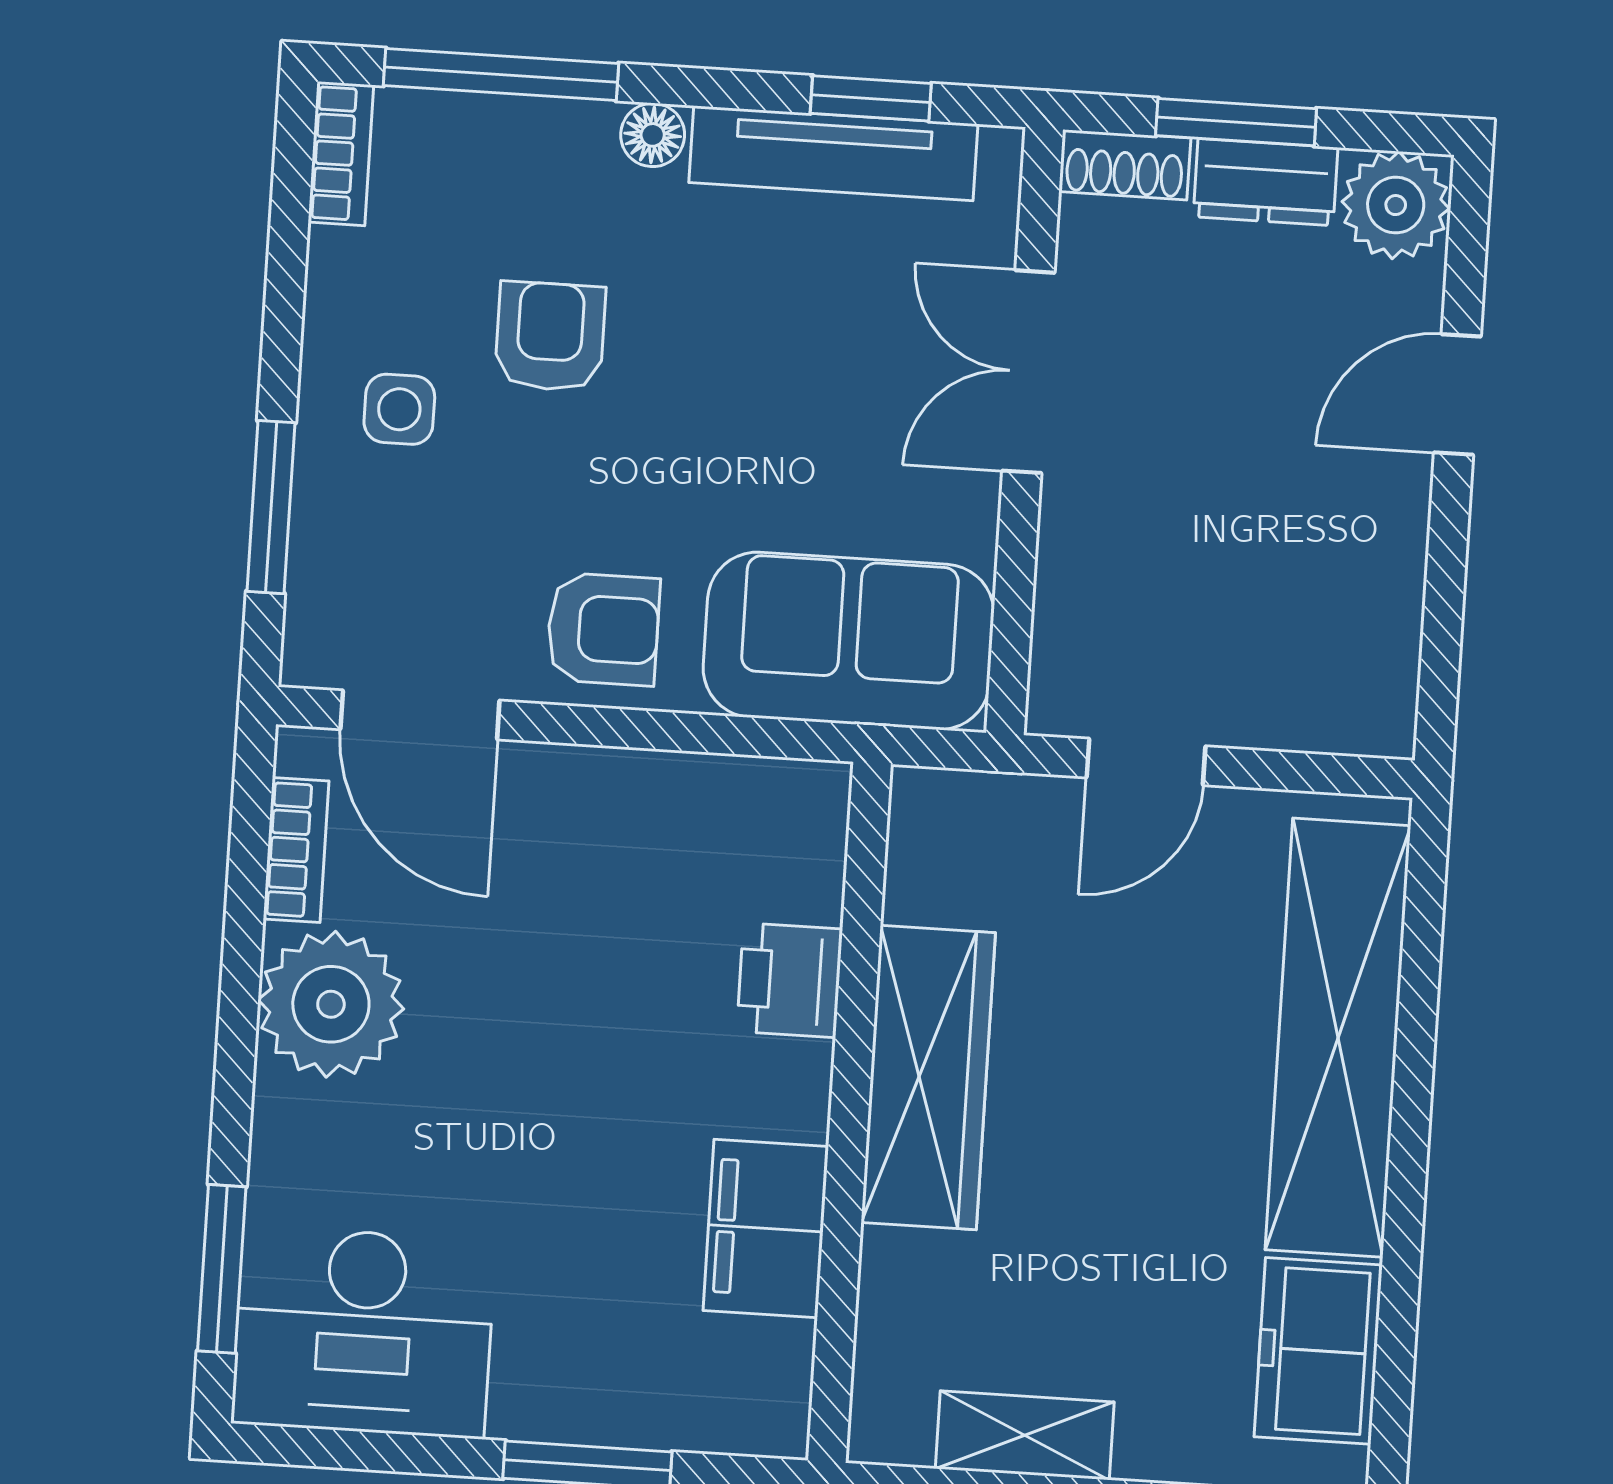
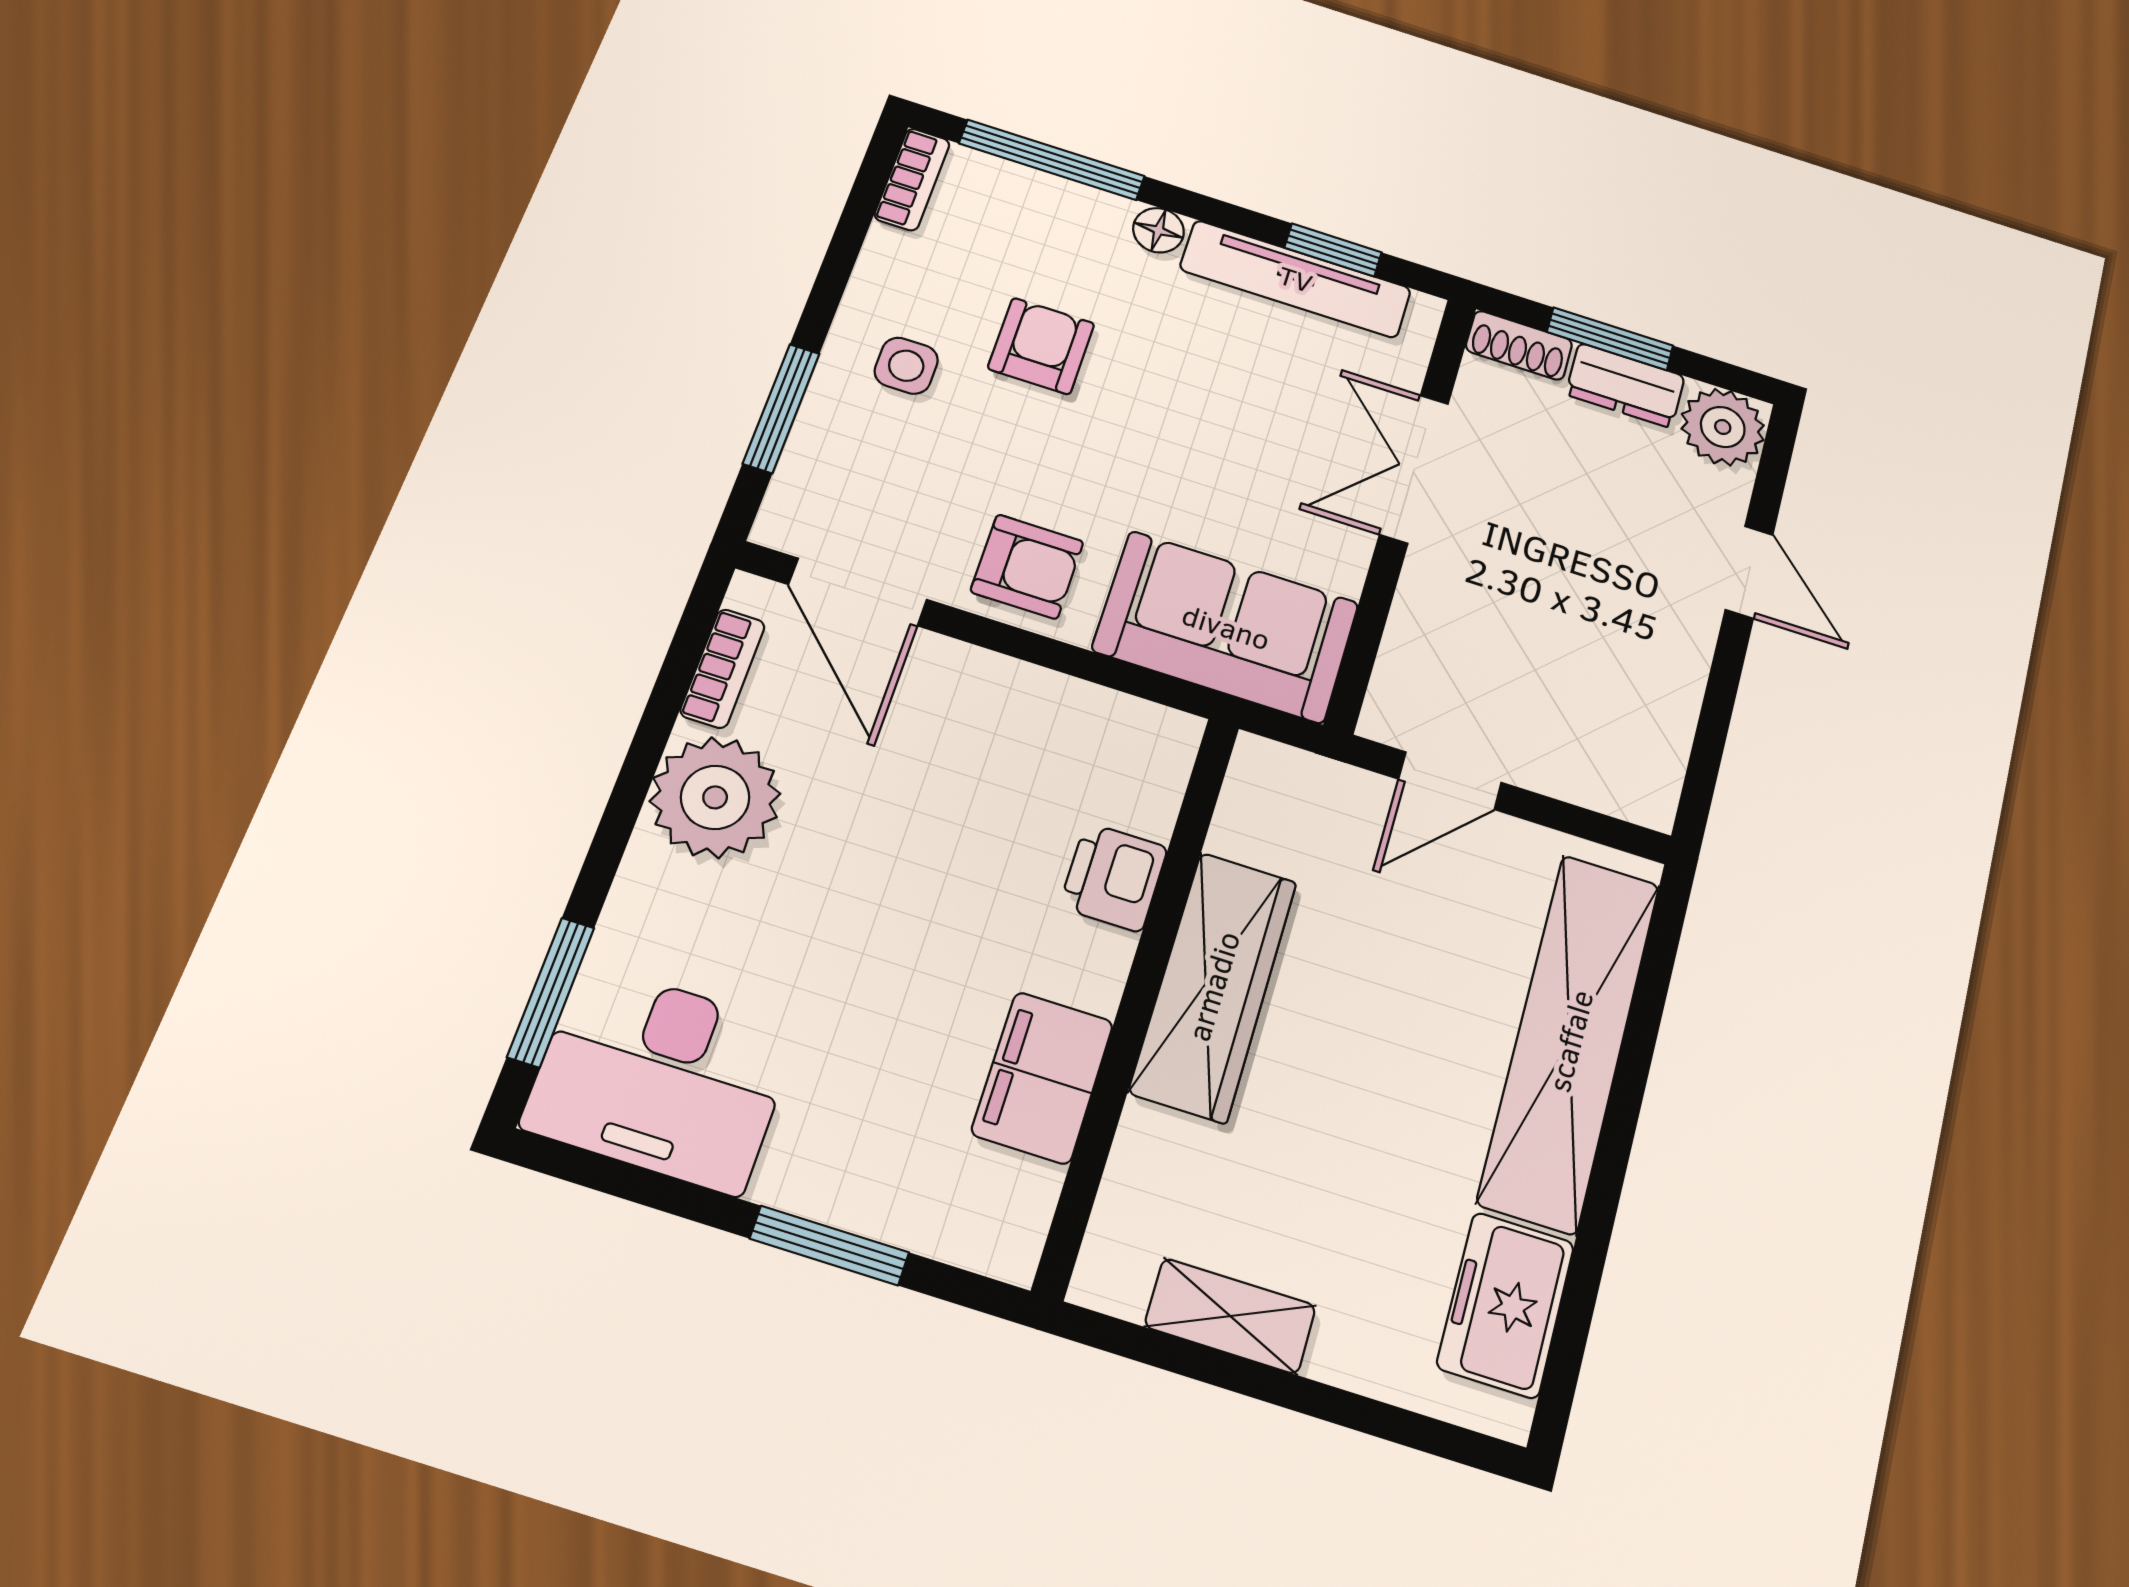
door: (1457, 394) -> (1749, 572), swing flipped

